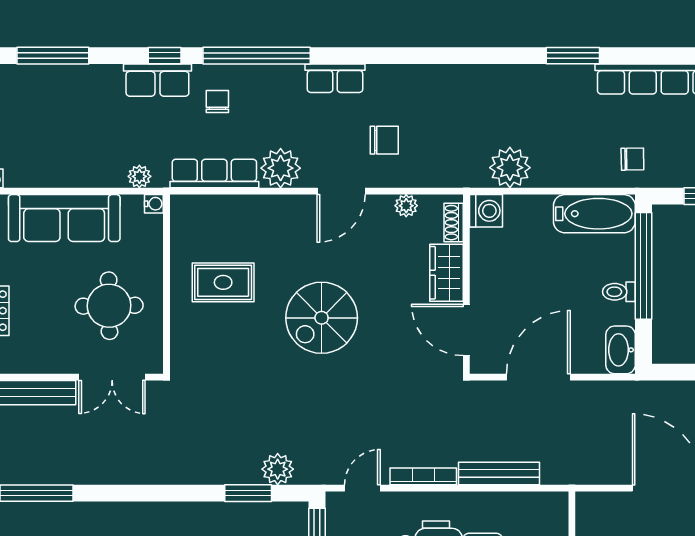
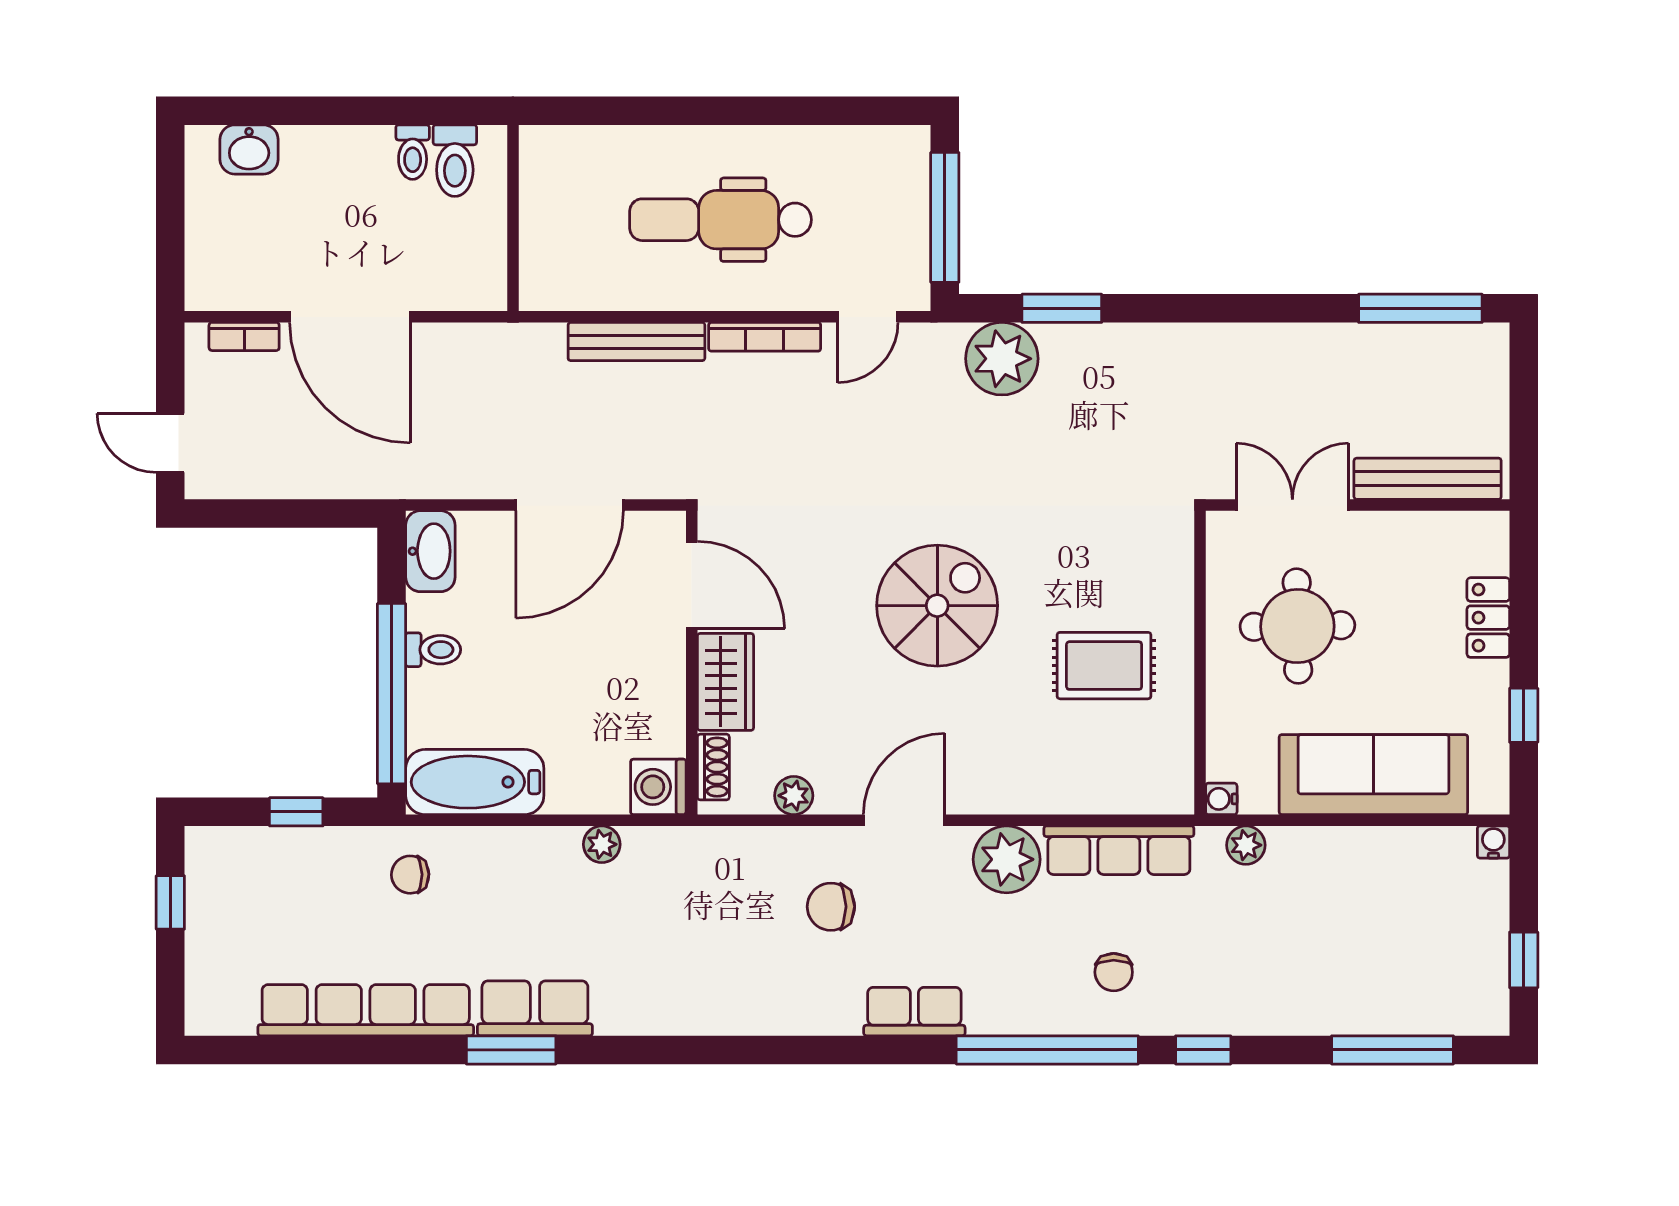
row of seats: (157, 80) -> (535, 1008), moved
plant: (510, 168) -> (602, 844), width x0.53, depth x0.53
plant: (278, 469) -> (1002, 359), width x1.36, depth x1.36

